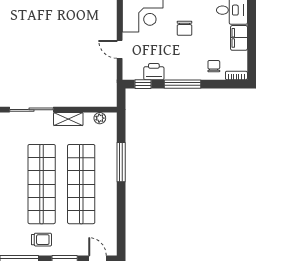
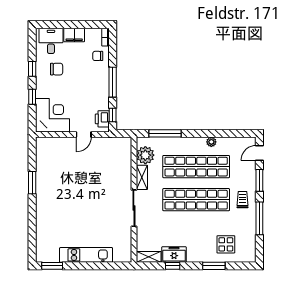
chair: (184, 28) -> (57, 69), moved
printer: (154, 72) -> (102, 119), moved
plant: (100, 118) -> (145, 155), width x1.87, depth x1.87
window: (121, 162) -> (165, 133), moved
plant: (111, 202) -> (211, 142), added

